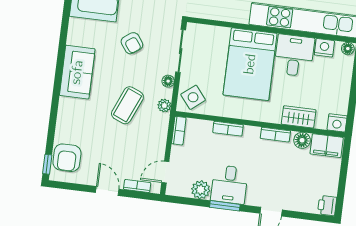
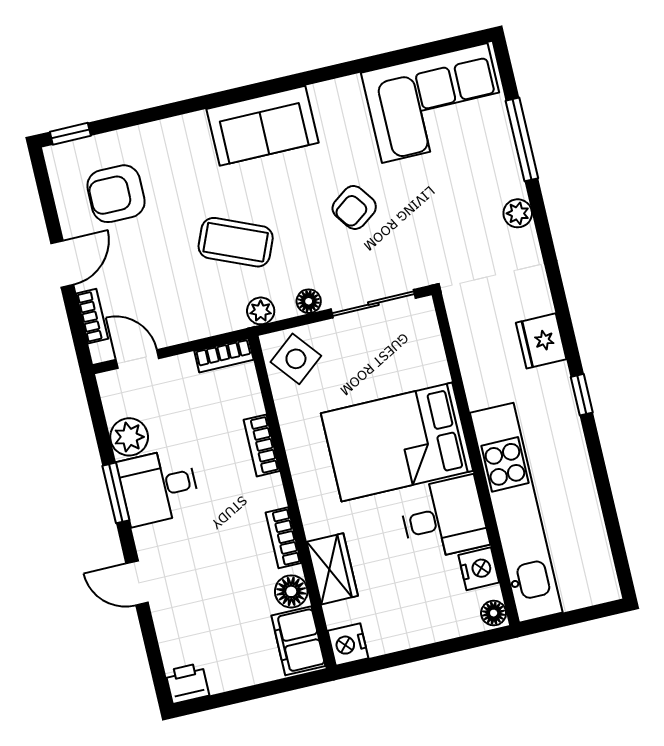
armchair: (67, 158) -> (116, 194), moved

